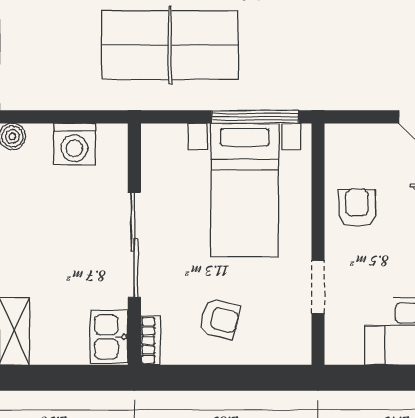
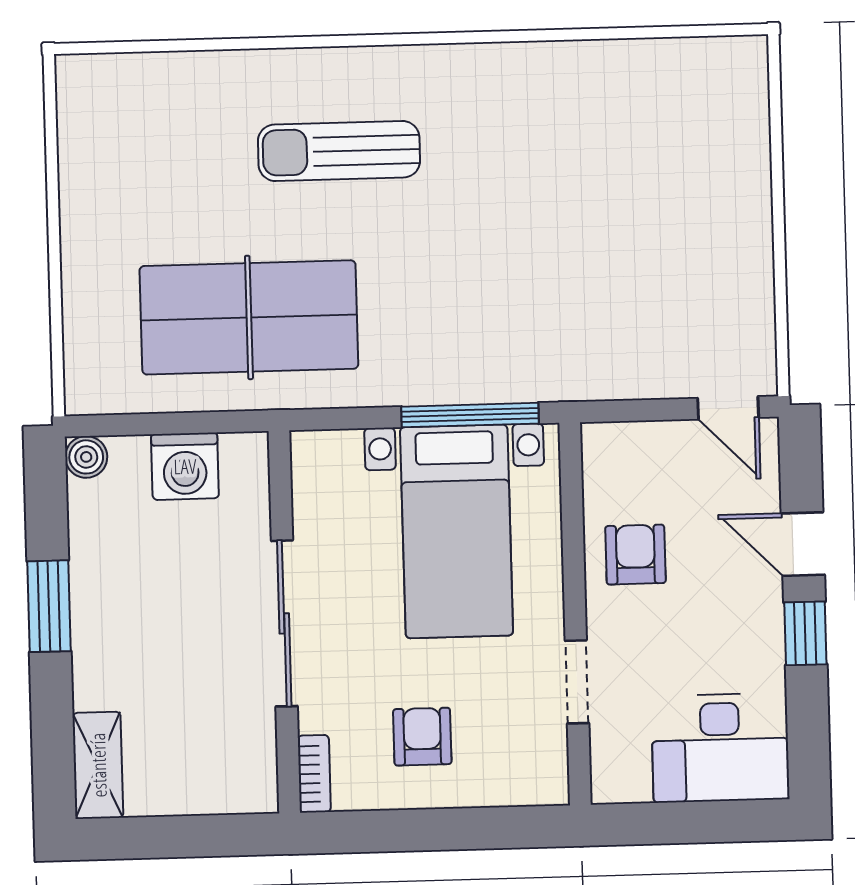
table tennis table: (170, 45) -> (249, 317), moved
armchair: (219, 319) -> (422, 737), turned -104
kitchen sink: (109, 337) -> (248, 770), removed

